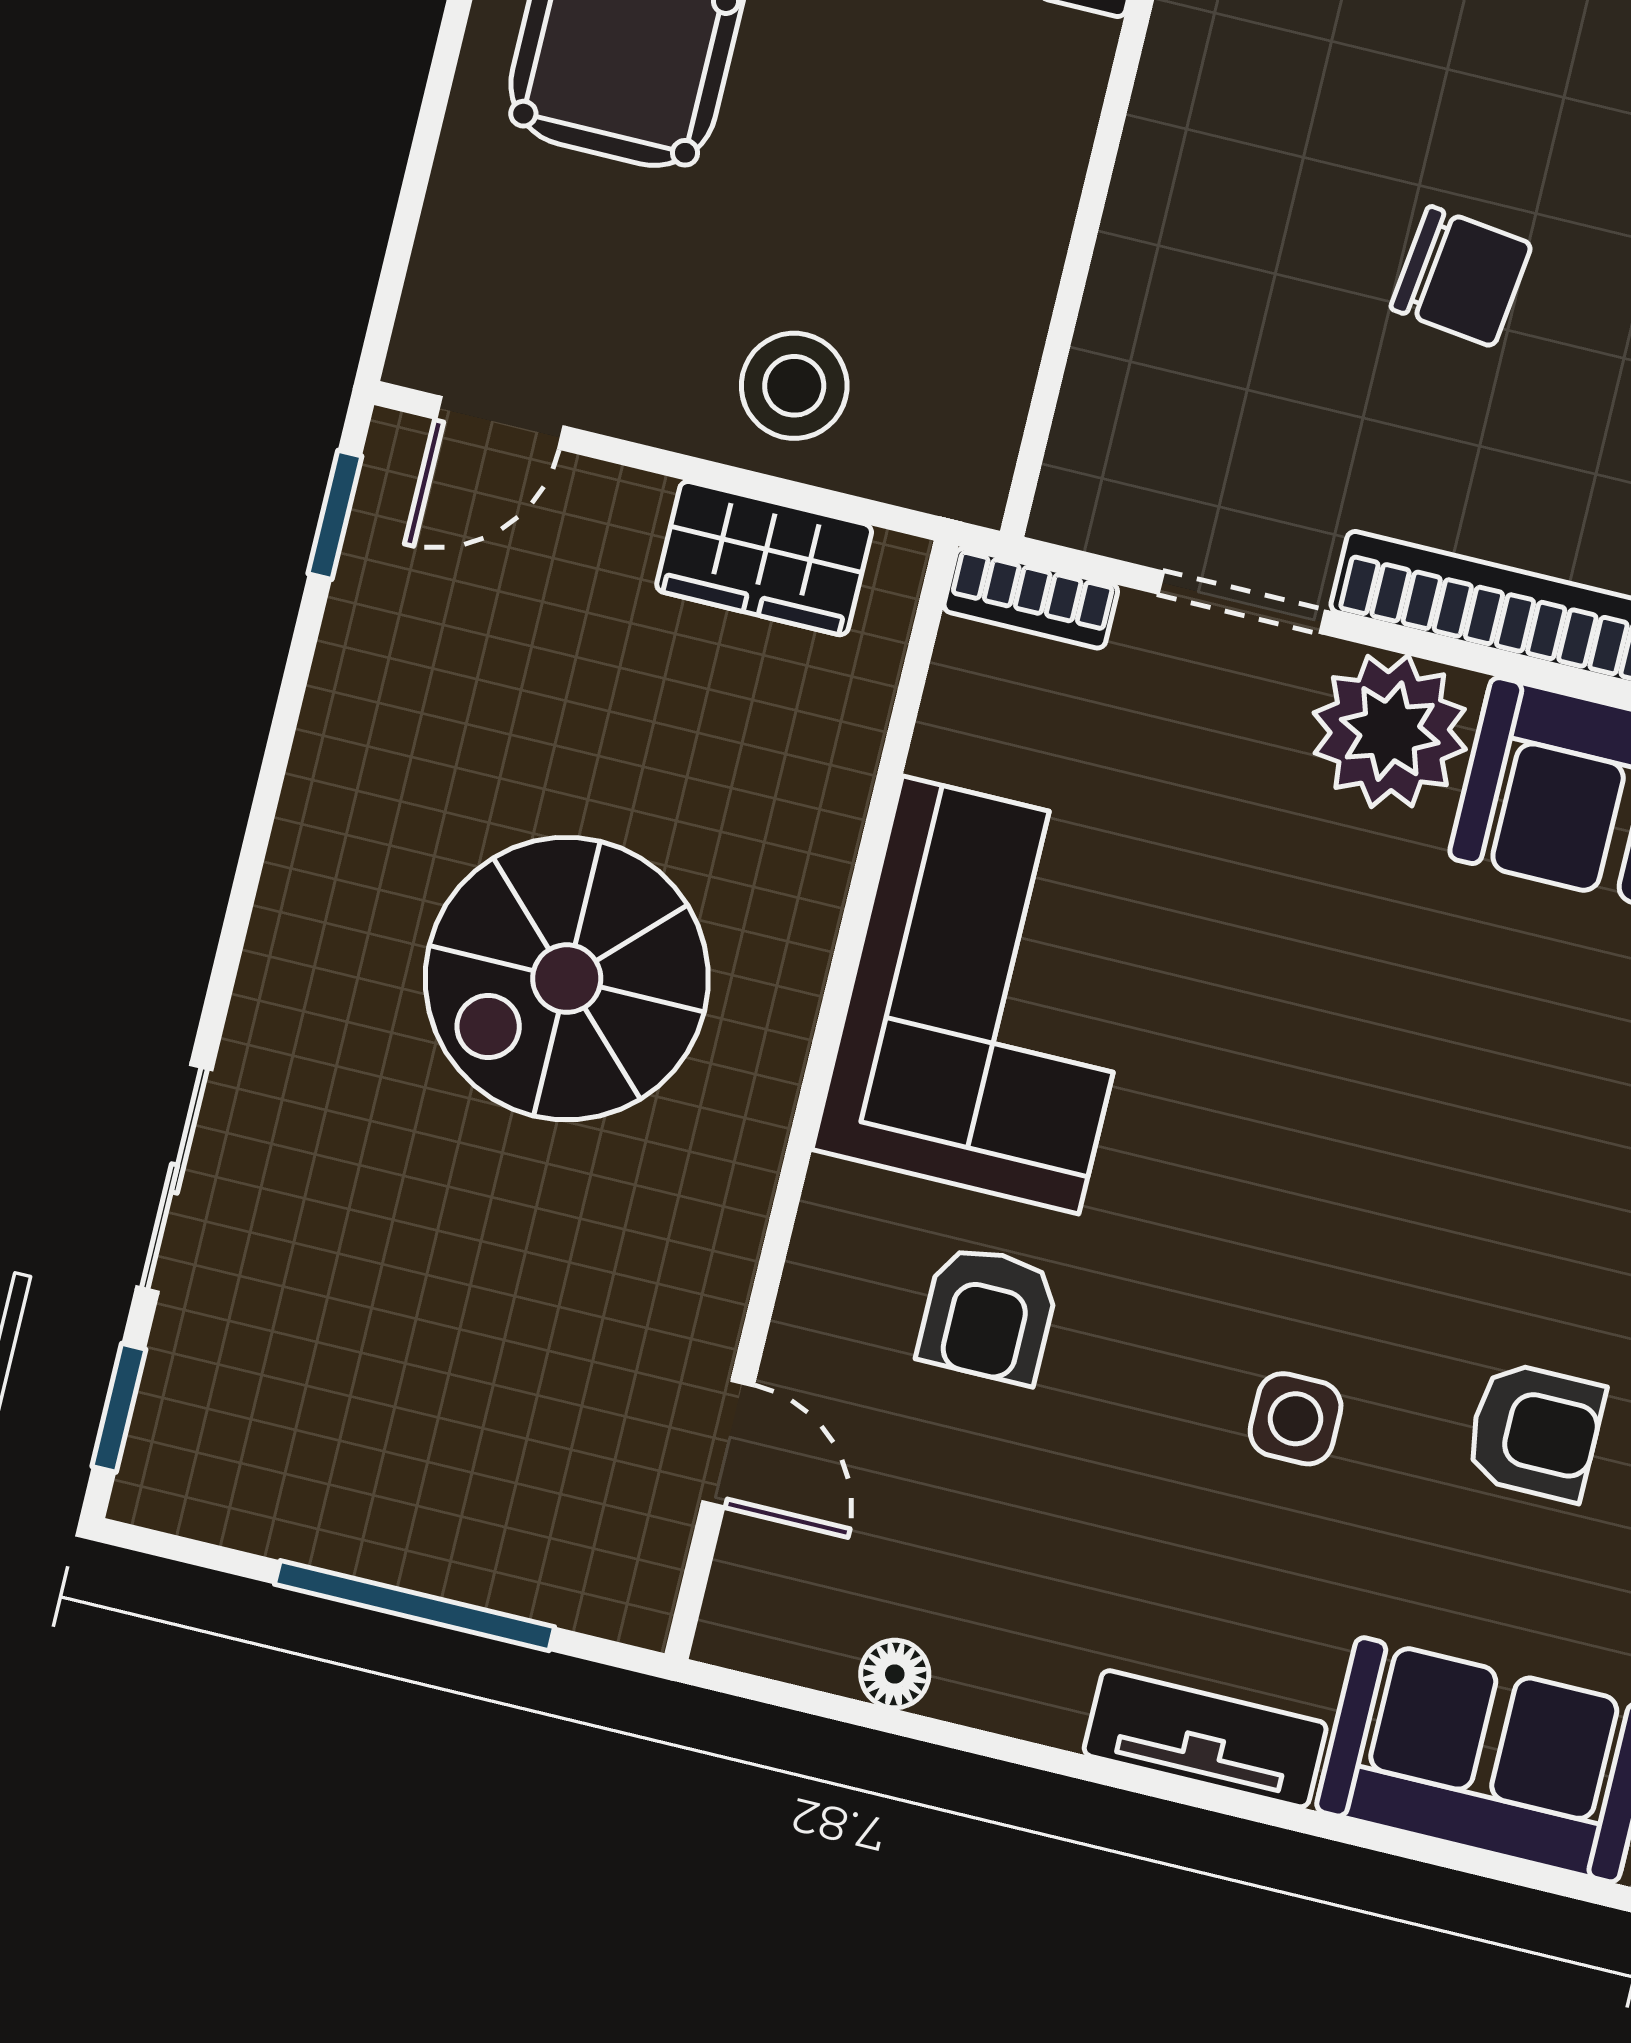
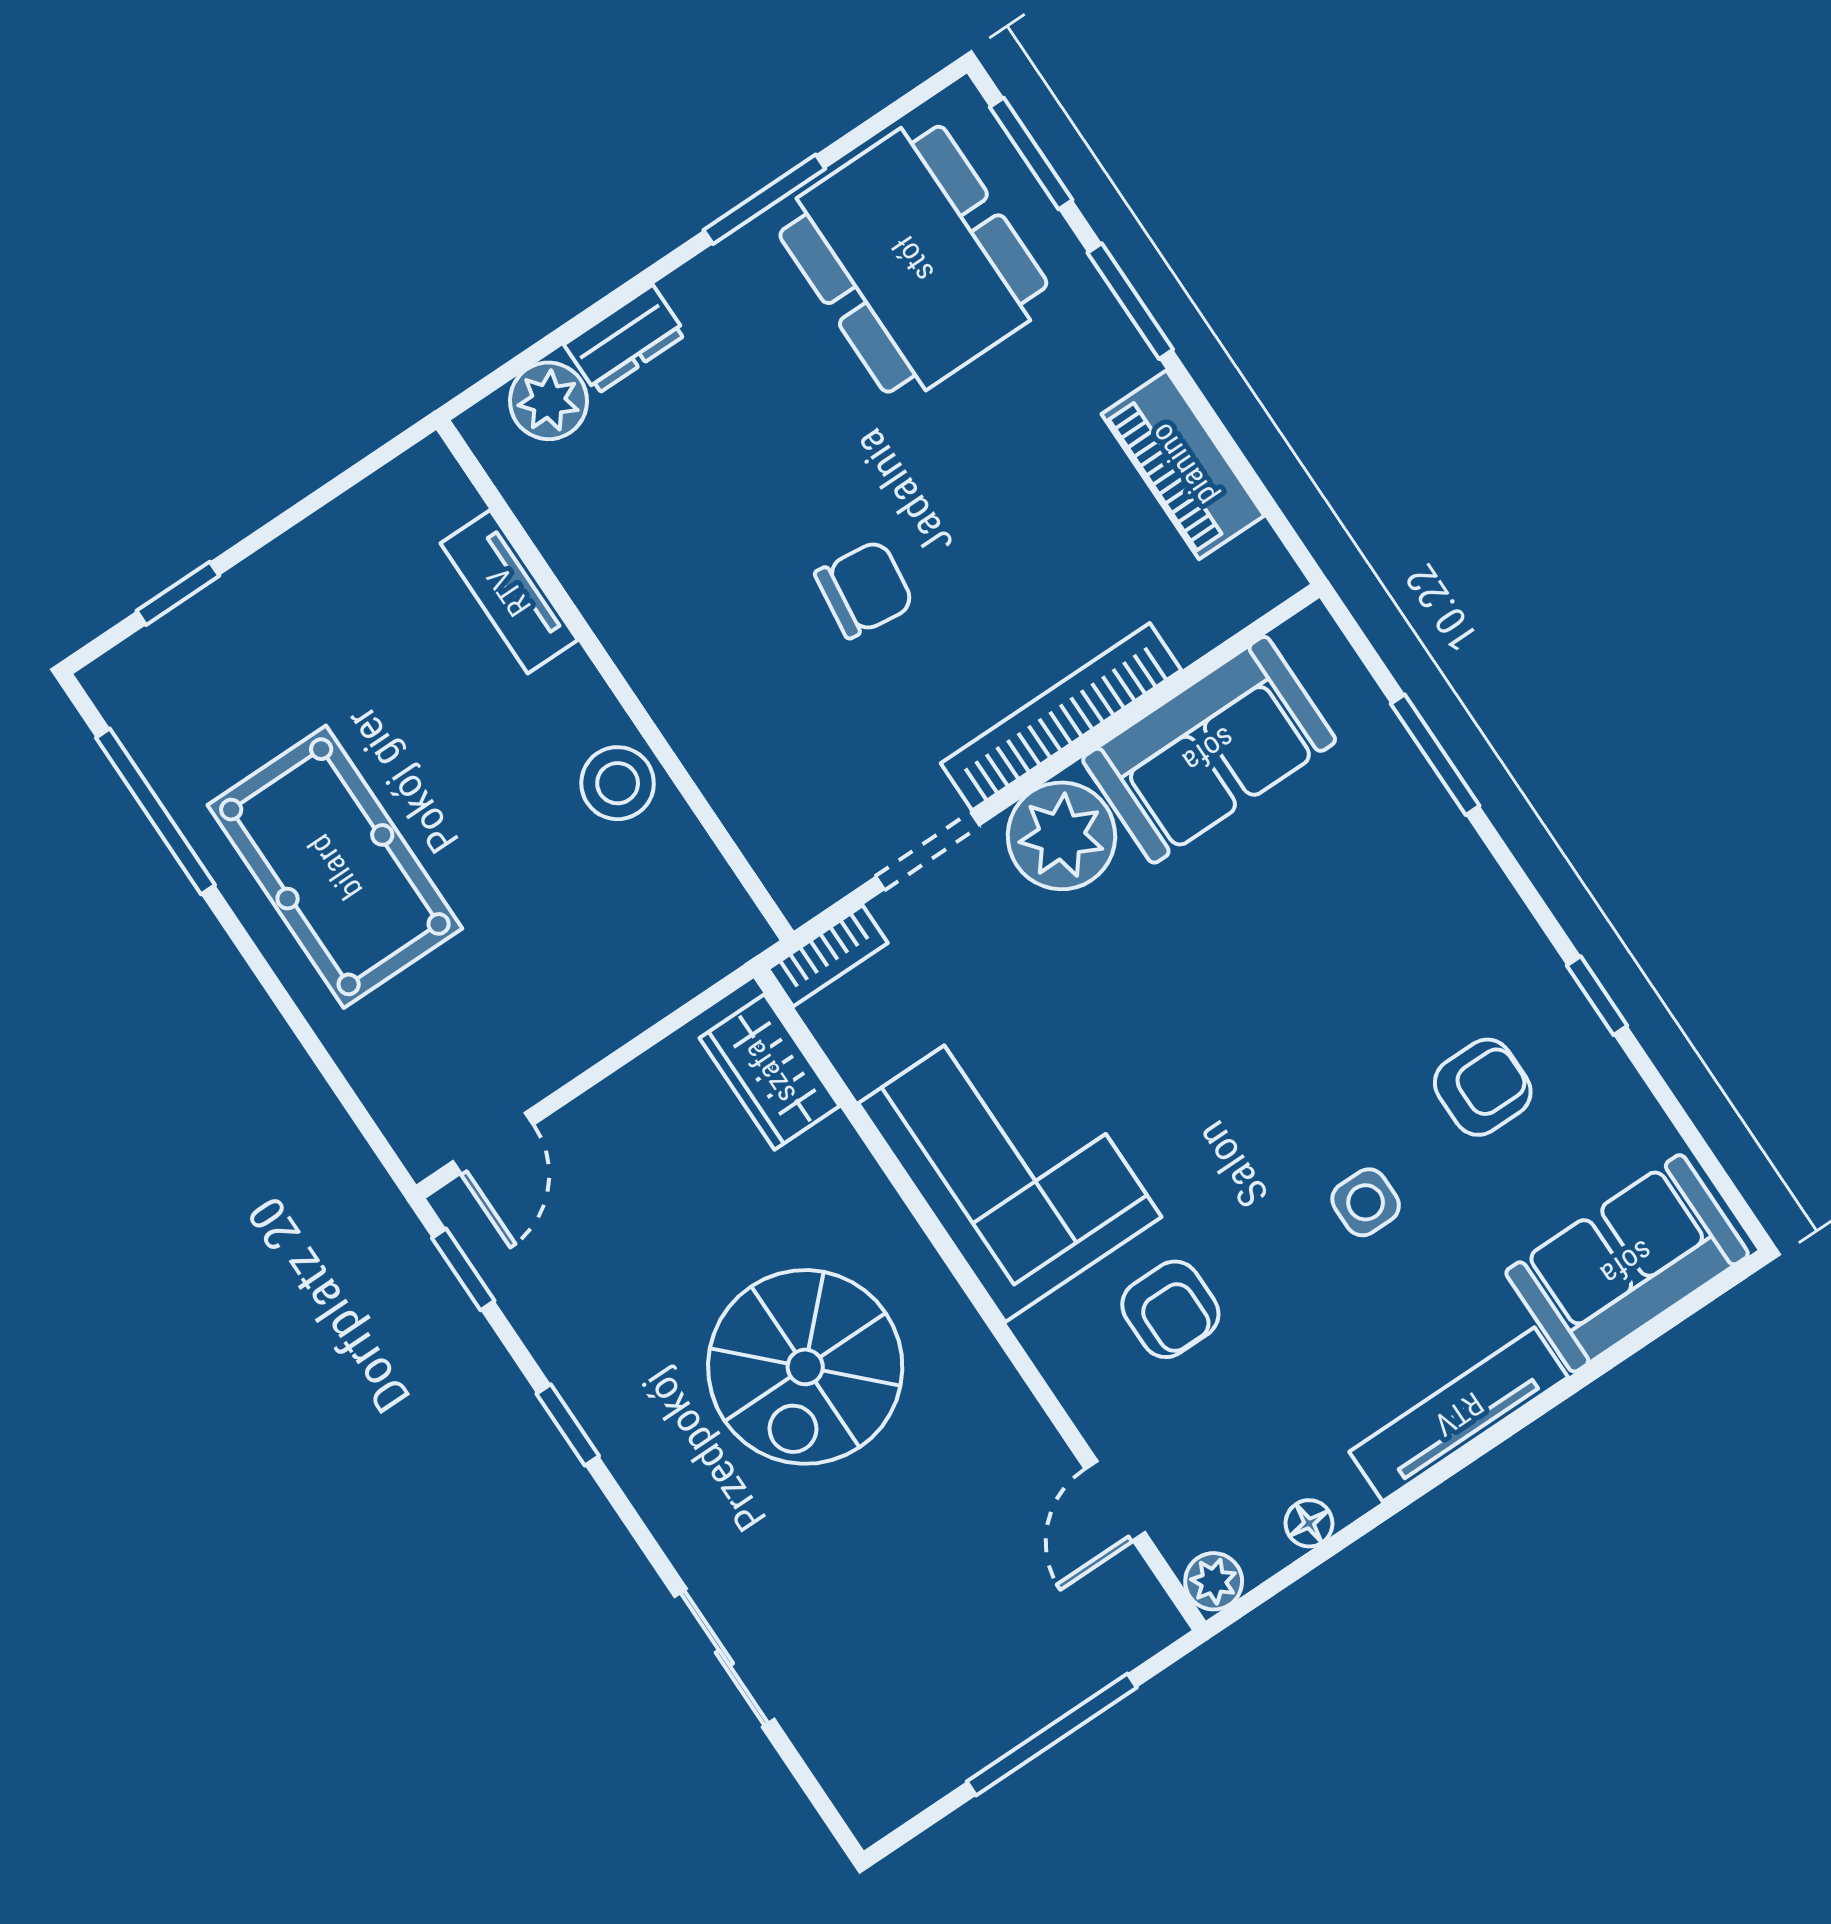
stool: (794, 386) -> (618, 783), moved
wardrobe: (764, 558) -> (769, 1072), moved, turned 90
window: (119, 1408) -> (568, 1425), moved
door: (728, 1444) -> (1115, 1501), swing flipped
plant: (739, 1629) -> (1214, 1581), added
tv unit: (1205, 1739) -> (1459, 1414), width x1.41

